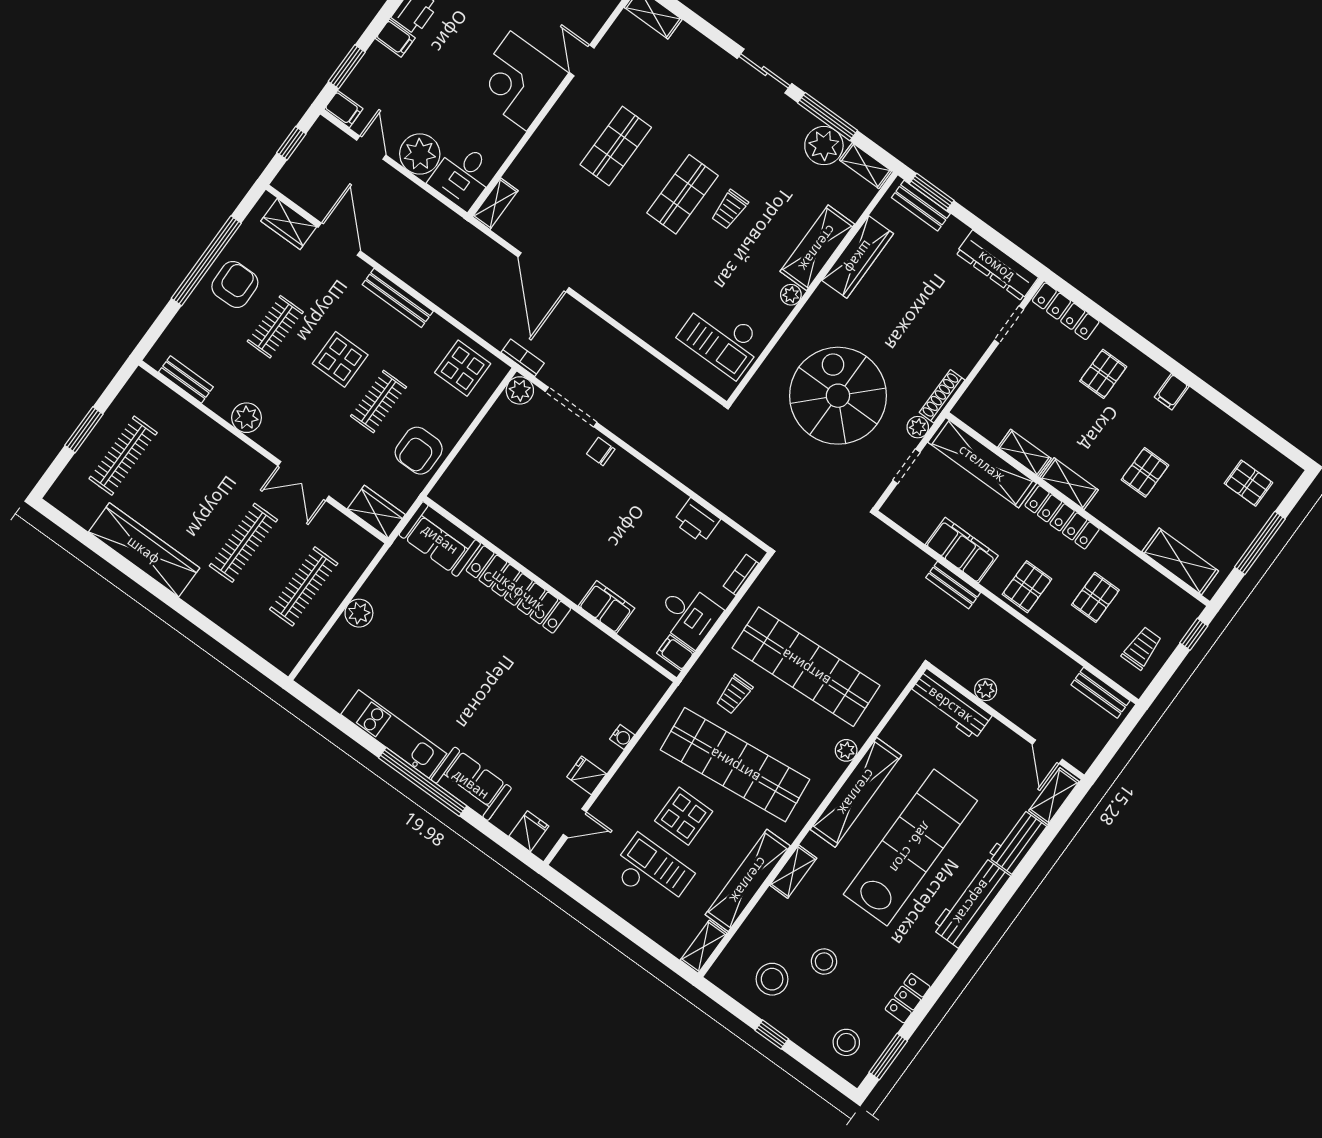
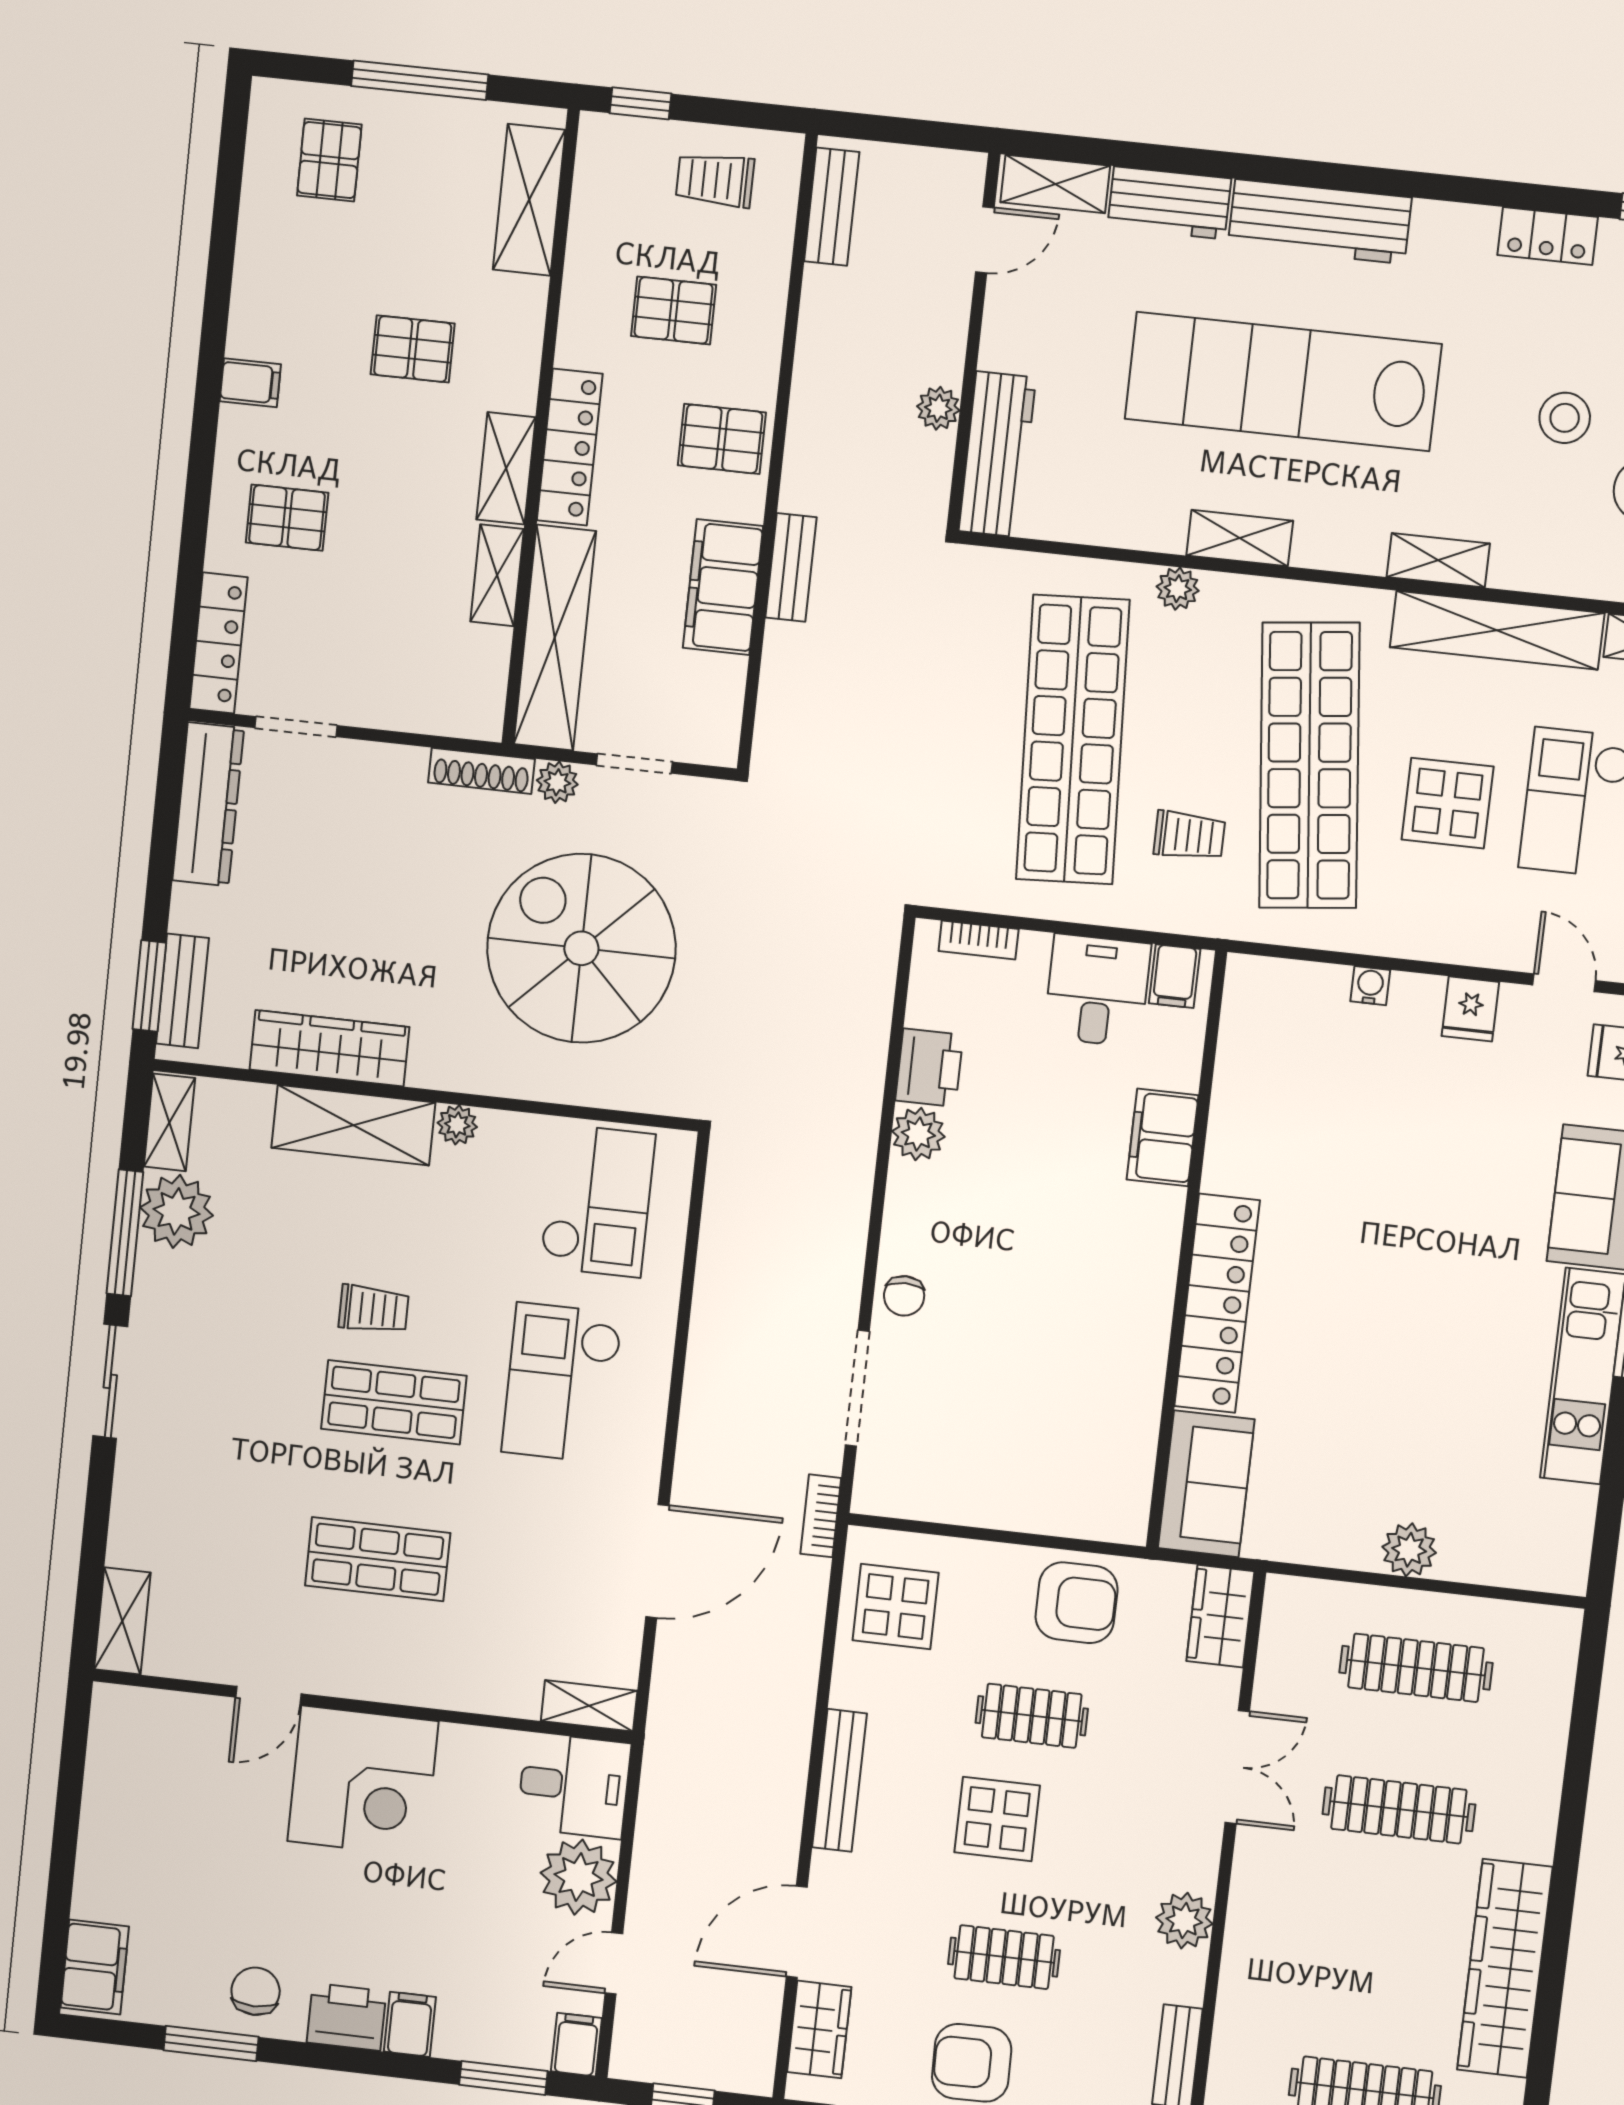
checkout: (648, 275) -> (562, 1383), added
plant: (520, 390) -> (918, 1134), moved
spiral stairs: (838, 396) -> (581, 948), turned 90
shelving: (856, 792) -> (1240, 538), width x0.45, depth x0.75

